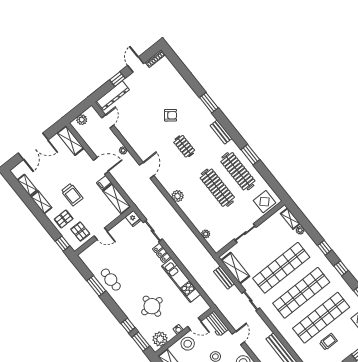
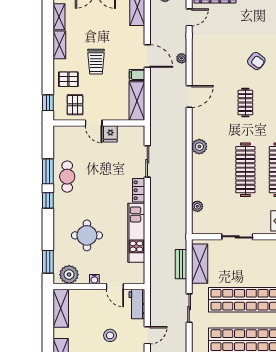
fridge: (133, 218) -> (110, 134), moved
window: (128, 326) -> (48, 200), moved
stool: (188, 344) -> (93, 301), removed

